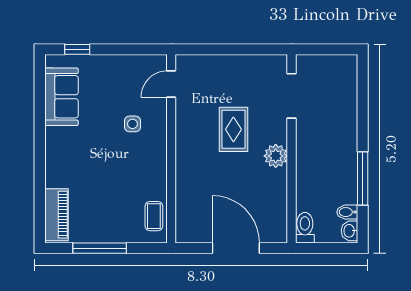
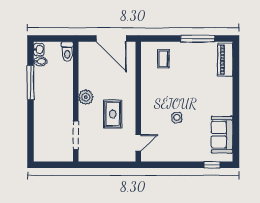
door: (171, 84) -> (138, 143), moved
wall: (171, 149) -> (138, 102), moved

